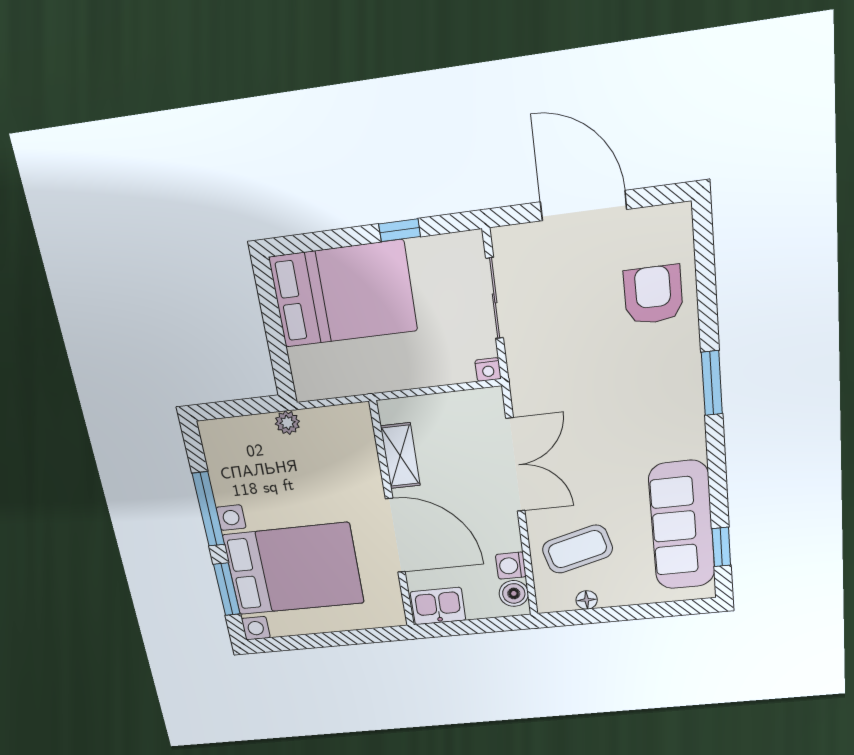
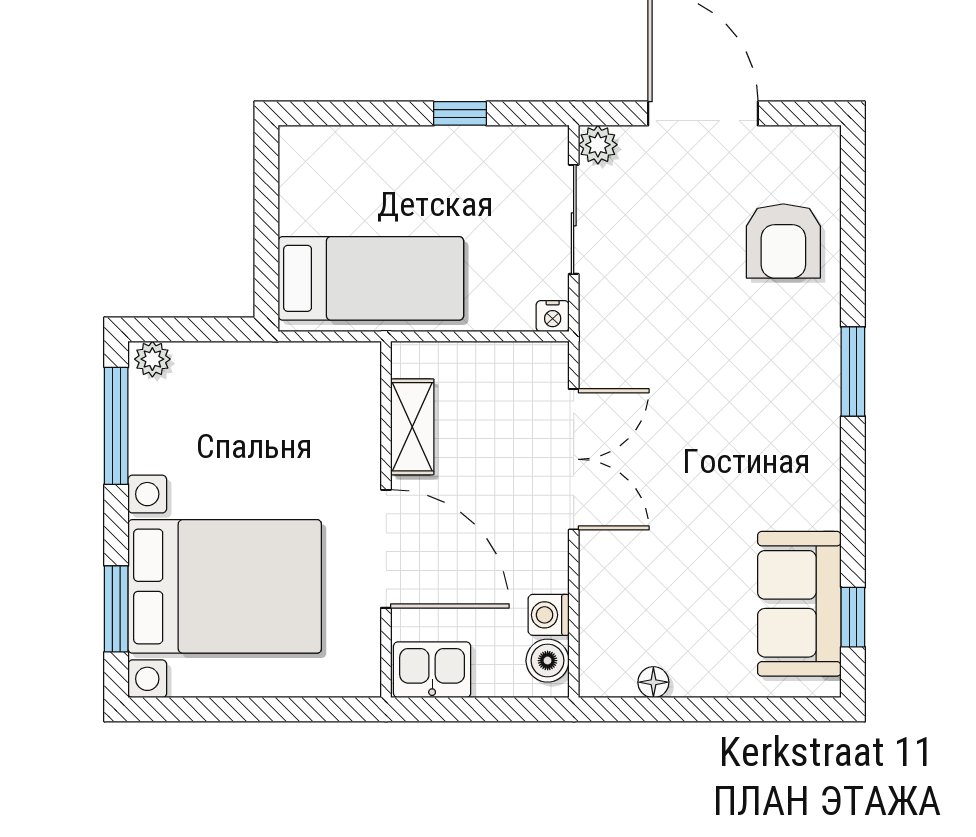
plant: (506, 240) -> (598, 145), added
bed: (343, 294) -> (371, 278), moved, width x0.67
armchair: (653, 295) -> (783, 241), turned 180
plant: (287, 423) -> (152, 359), moved
window: (208, 509) -> (116, 426), moved
sofa: (682, 526) -> (799, 604), width x0.73
coffee table: (577, 549) -> (648, 599), removed

